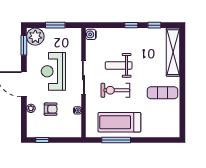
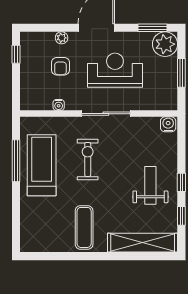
weight bench: (119, 65) -> (150, 185), moved

